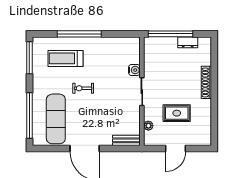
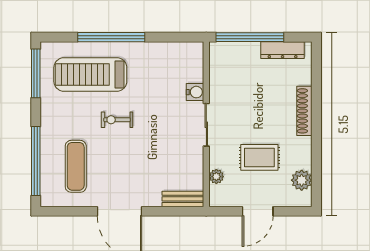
dresser: (188, 42) -> (283, 50), width x1.44
treadmill: (65, 58) -> (90, 75), width x1.37, depth x1.37
exercise mat: (56, 119) -> (76, 166), width x0.73, depth x0.69
plant: (205, 128) -> (302, 180), added

